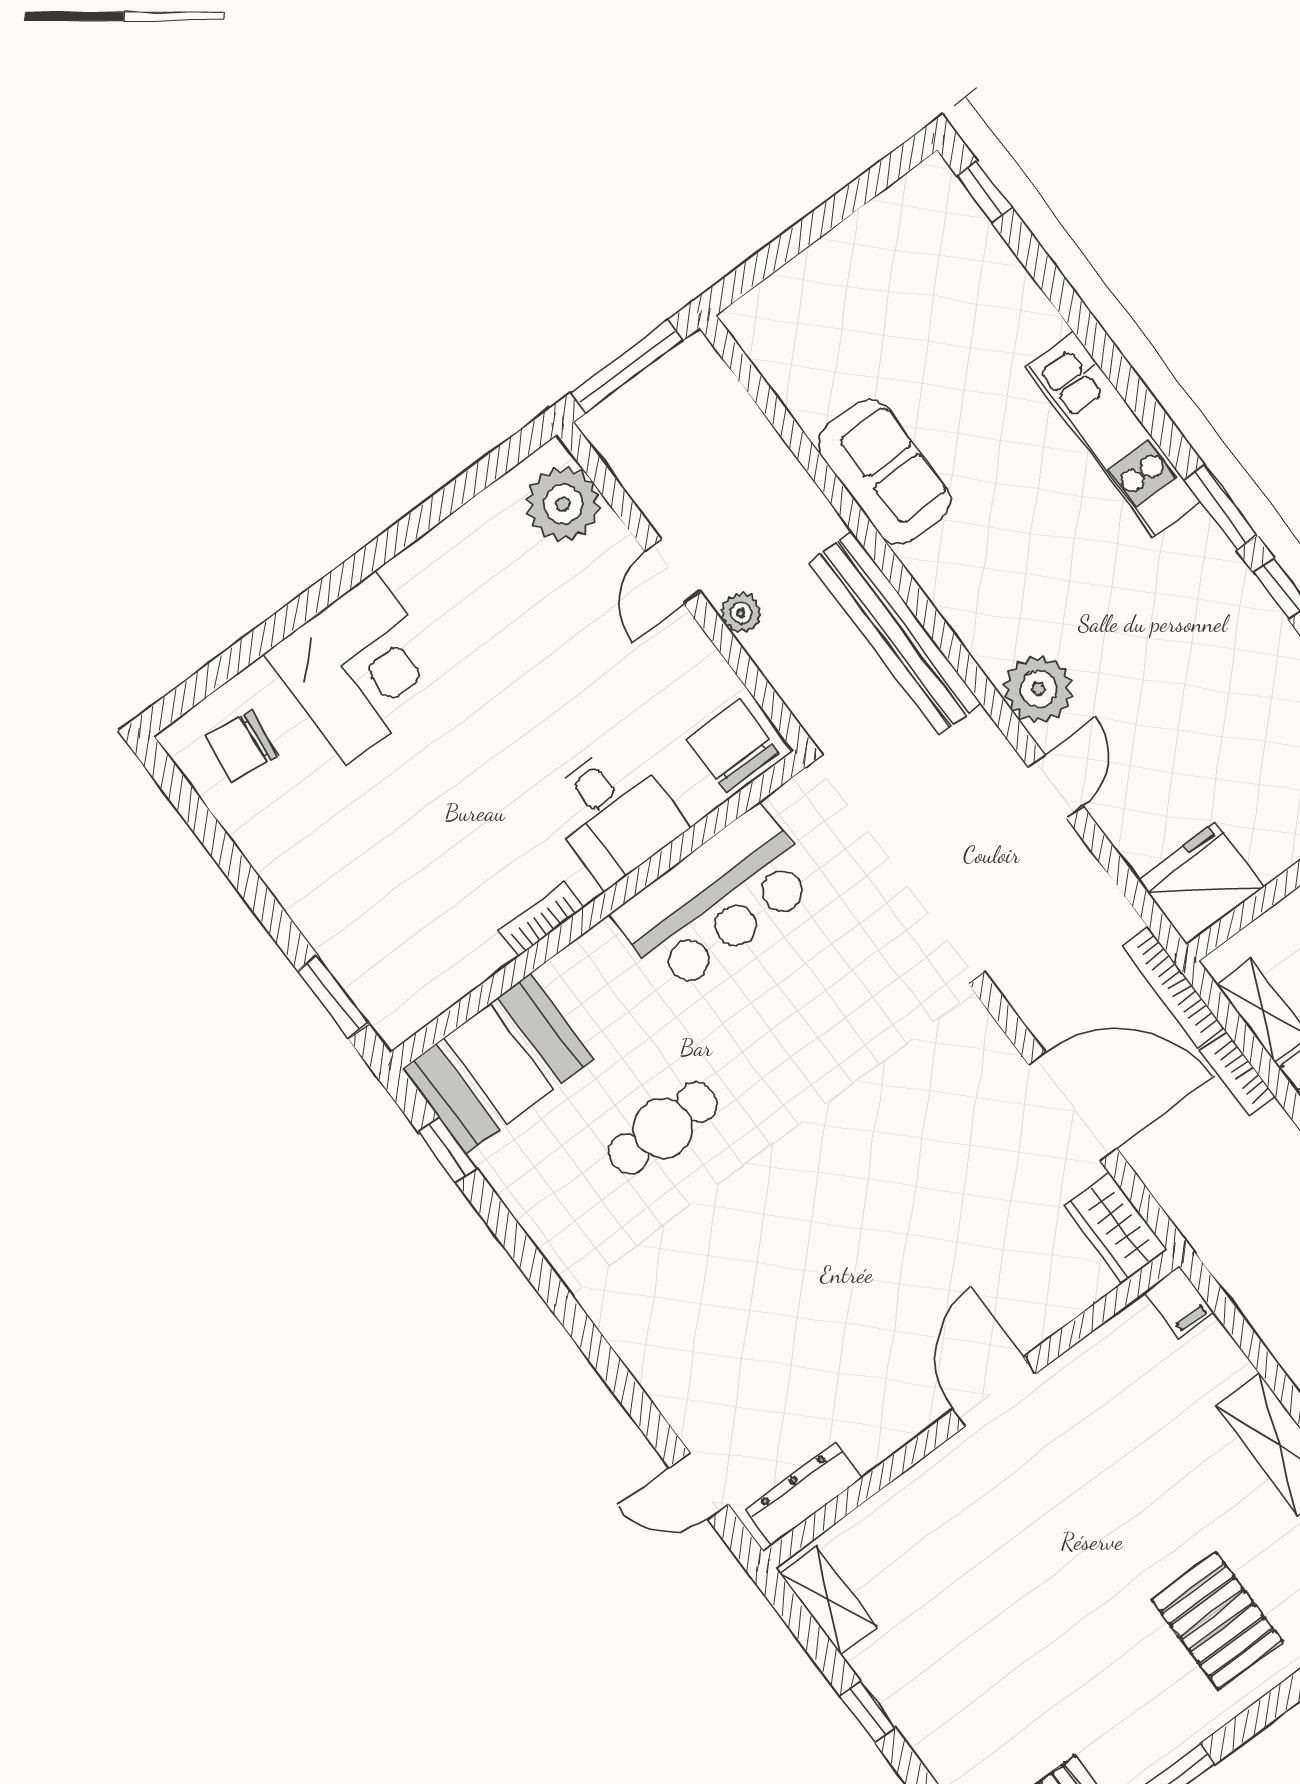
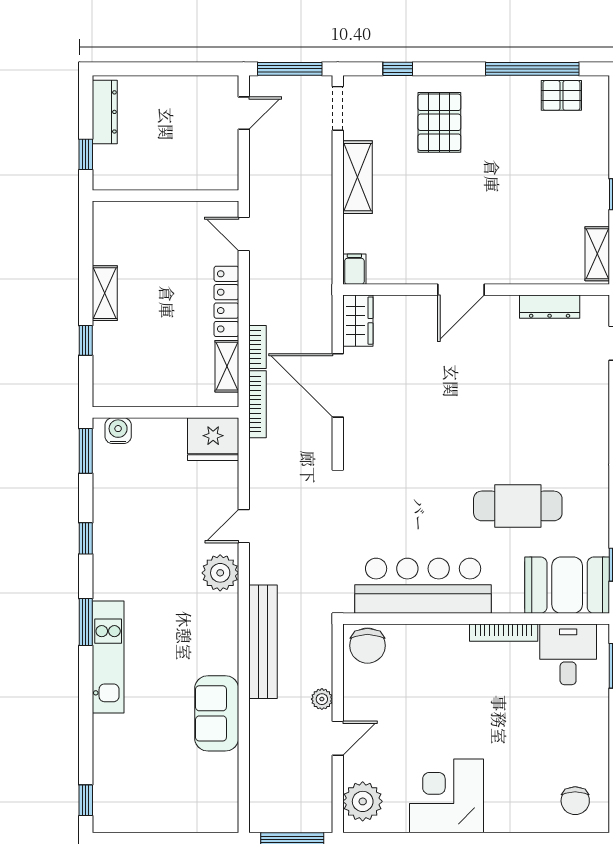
window: (1221, 507) -> (86, 622), moved
corner desk: (361, 668) -> (446, 796), moved
chair: (241, 746) -> (575, 801), turned 83
desk: (614, 814) -> (568, 654), moved
bar counter: (716, 899) -> (423, 586), width x1.36
bookcase: (541, 920) -> (504, 633), width x1.56
cafe table: (663, 1128) -> (518, 506), width x1.37, depth x1.35
dresser: (804, 1494) -> (550, 307), moved

